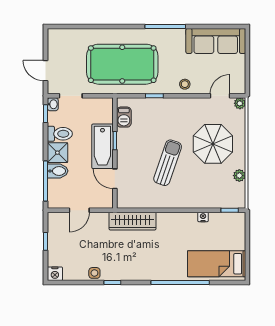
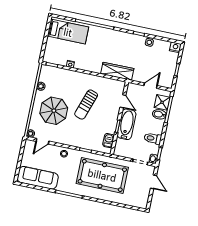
shower: (57, 153) -> (162, 102), moved

